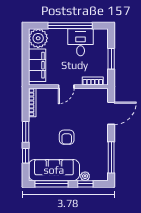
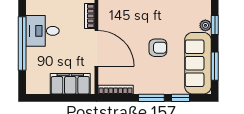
plant: (38, 38) -> (38, 82), removed
door: (66, 87) -> (96, 48), width x1.87
window: (52, 184) -> (215, 66), width x0.69

